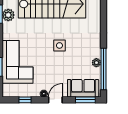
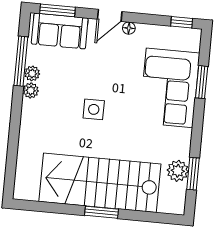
plant: (96, 53) -> (31, 90), added
window: (104, 69) -> (21, 61), width x0.68
window: (25, 100) -> (182, 22), moved

